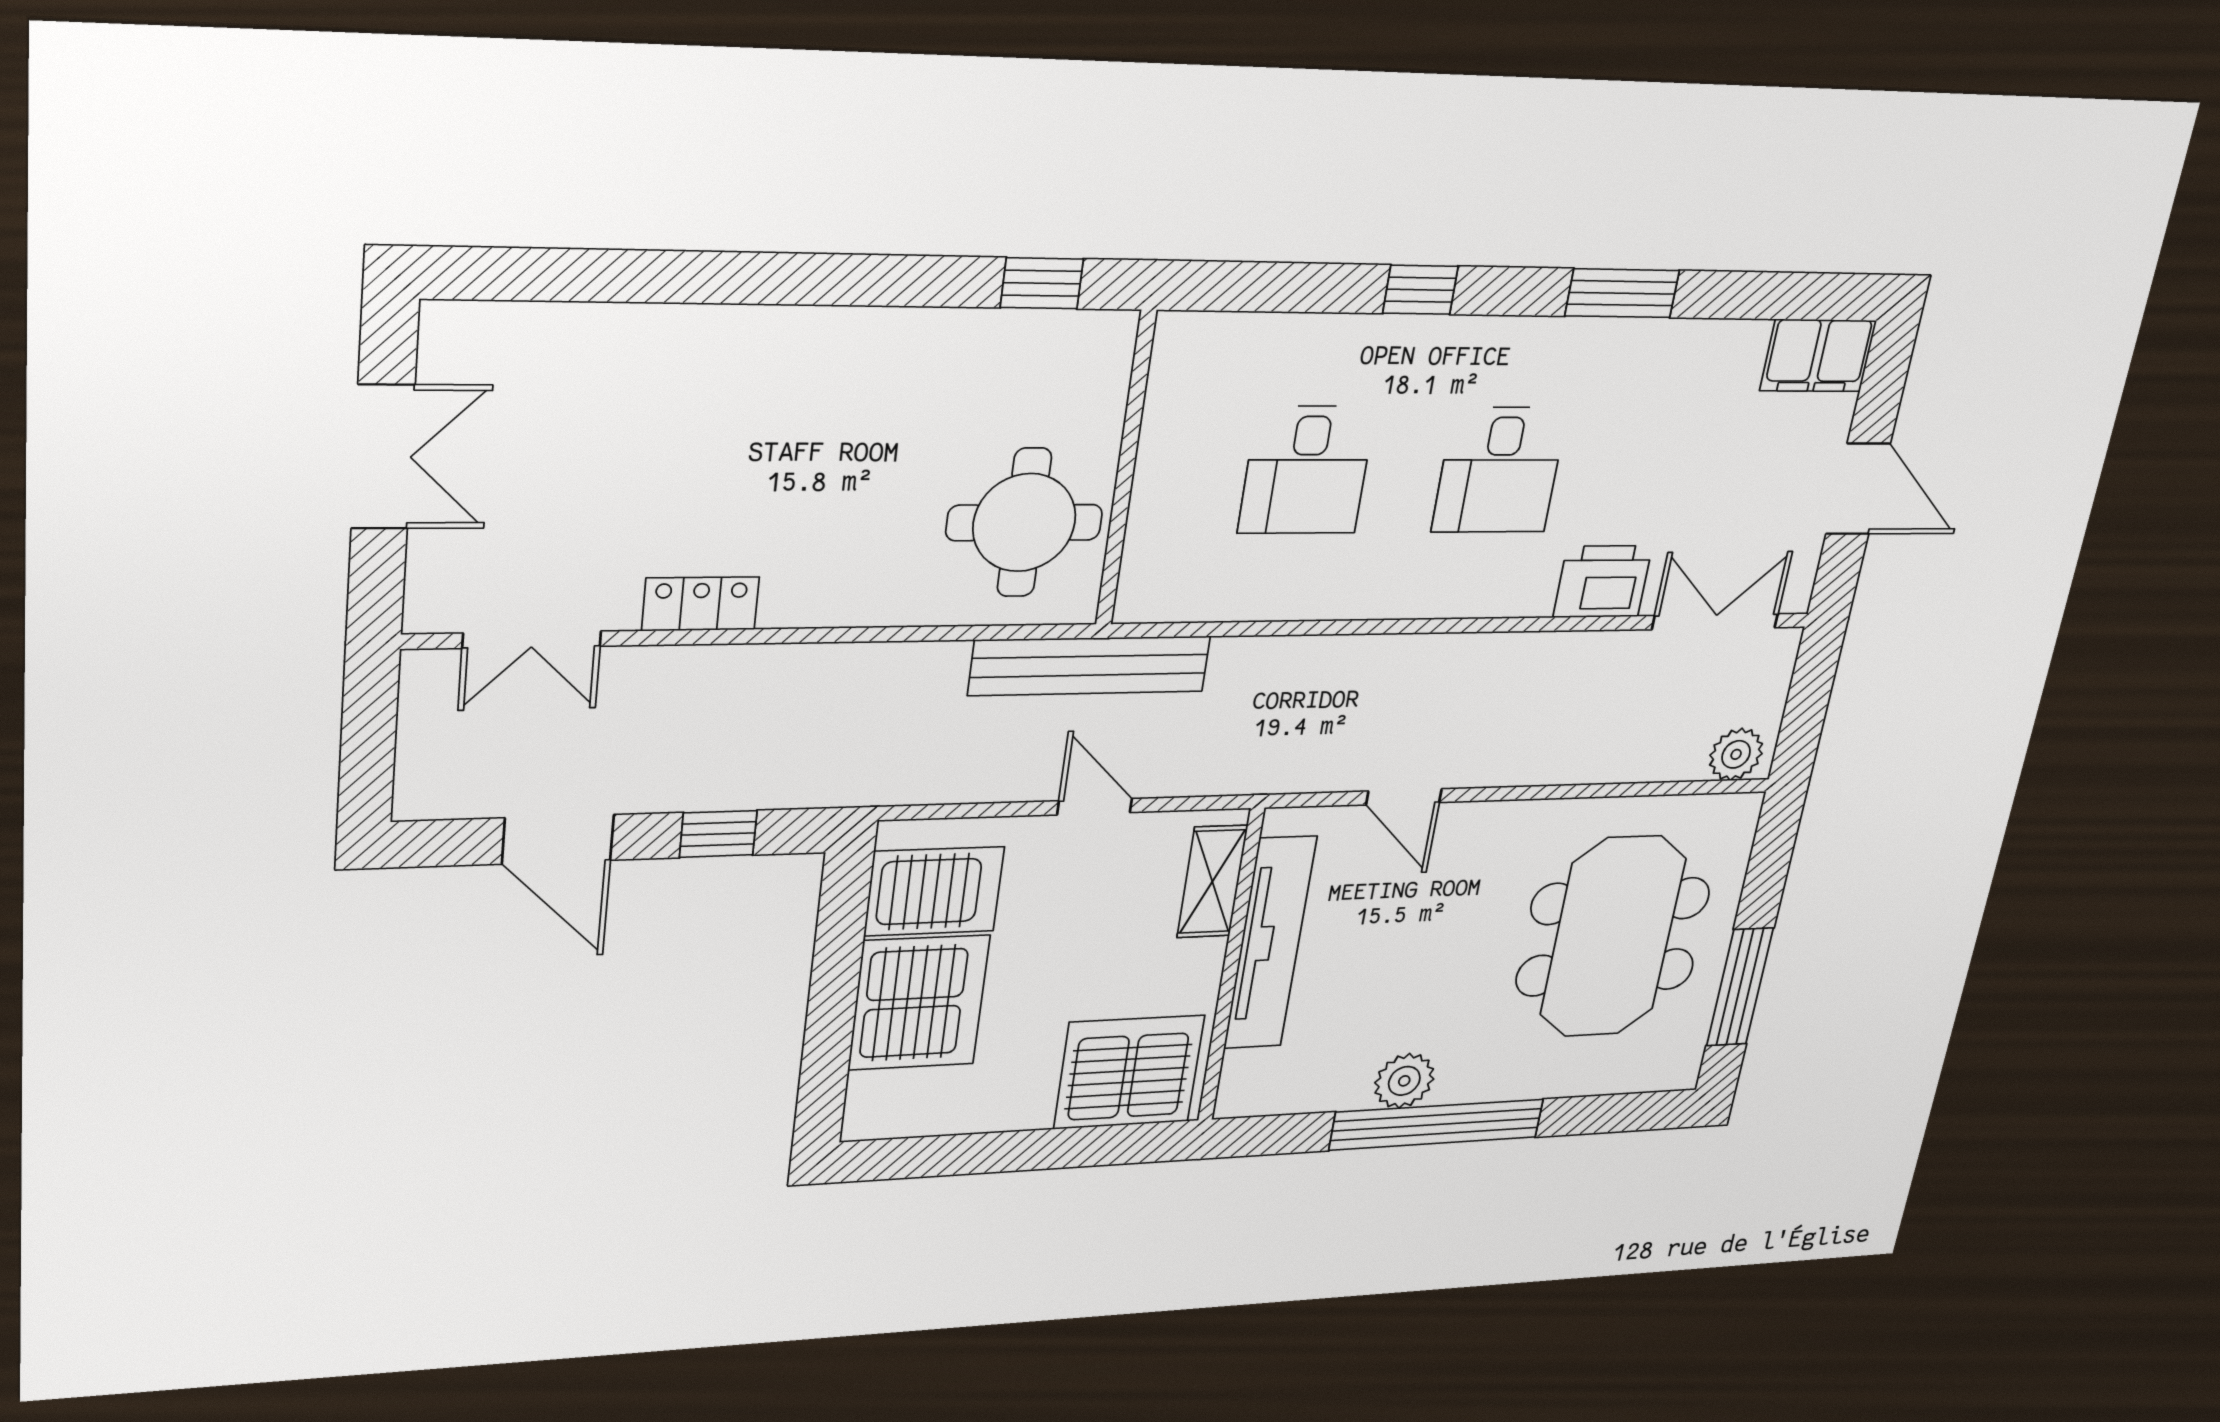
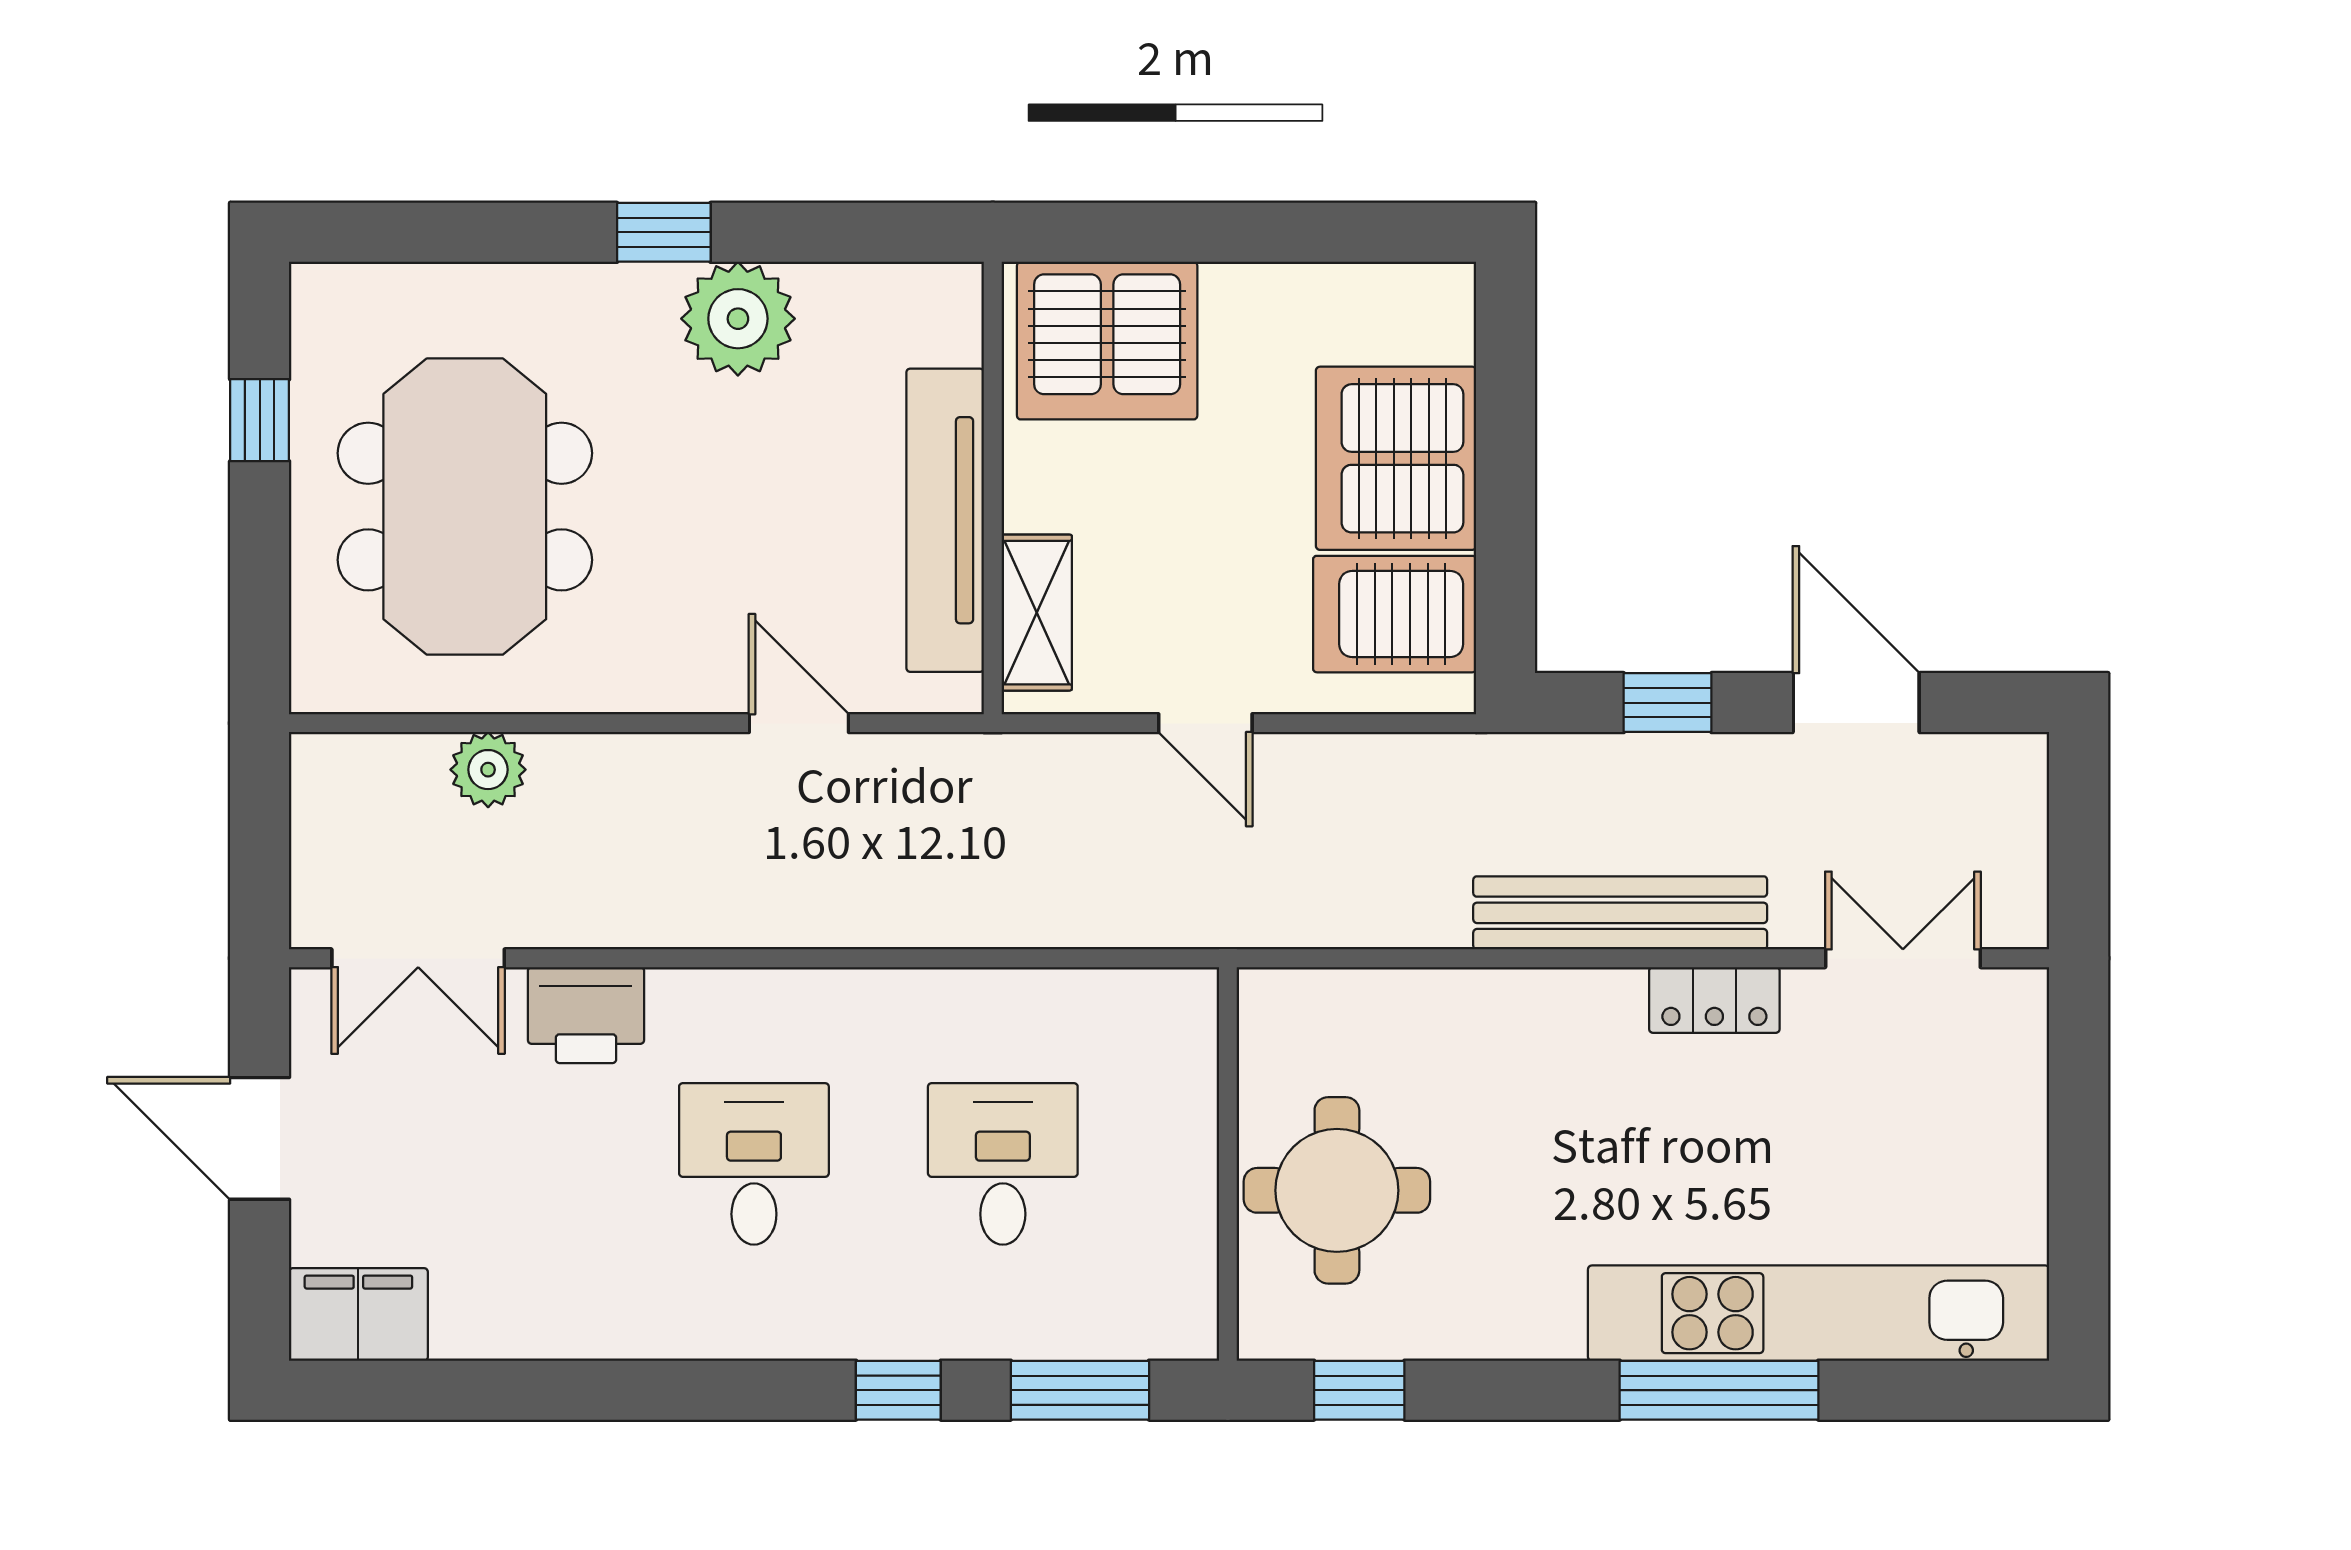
window: (726, 278) -> (1719, 1390), added
window: (1622, 293) -> (1080, 1390), moved
kitchen unit: (630, 343) -> (1819, 1313), added
double door: (383, 457) -> (2079, 1179), removed
round table: (1024, 523) -> (1337, 1190), moved
bench: (1090, 666) -> (1620, 913), moved
plant: (1736, 754) -> (488, 770), moved
window: (1740, 987) -> (260, 420), width x0.46
plant: (1404, 1081) -> (738, 319), width x1.36, depth x1.36
window: (1437, 1125) -> (664, 232), width x0.32

